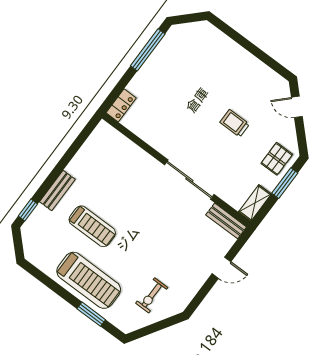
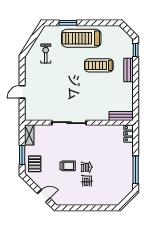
bench: (226, 221) -> (121, 116), moved

